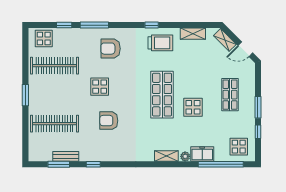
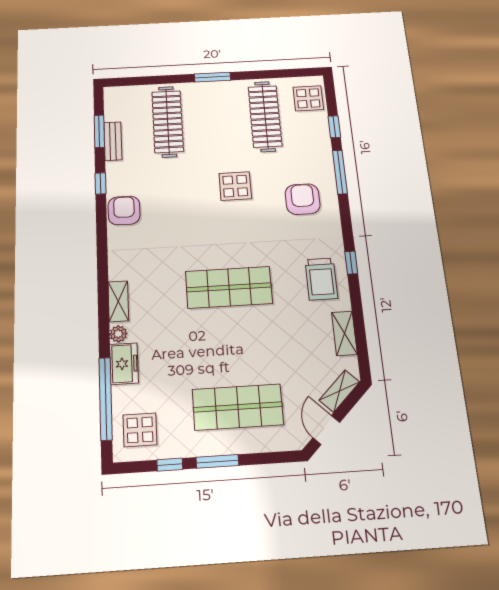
shop shelf: (230, 95) -> (238, 407), width x1.43, depth x1.36
display table: (193, 107) -> (209, 342), removed
armchair: (109, 121) -> (124, 210), moved

